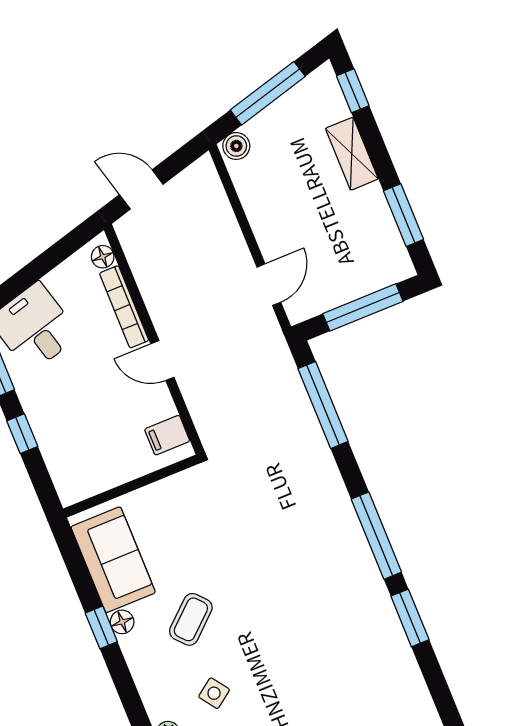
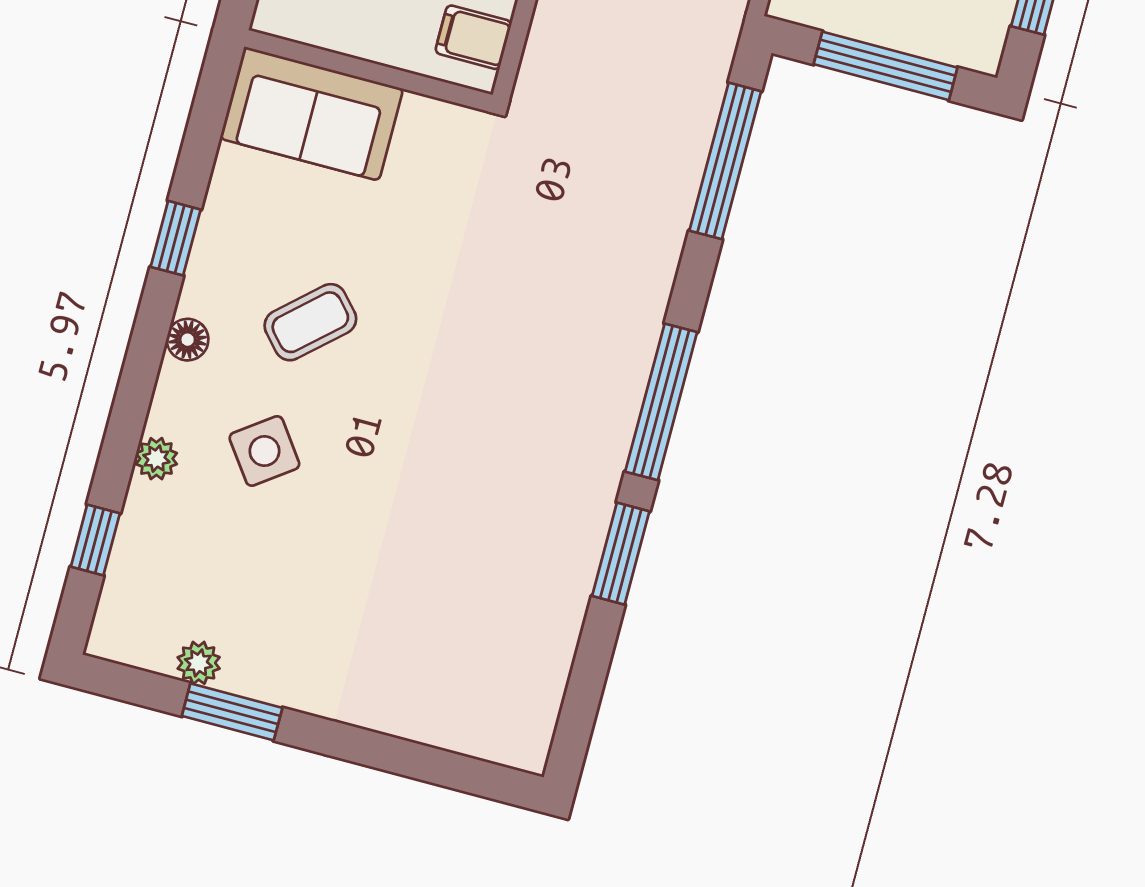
sofa: (113, 560) -> (312, 114), moved, turned 90
floor lamp: (122, 622) -> (188, 340), moved
side table: (214, 693) -> (264, 451), width x1.37, depth x1.37

